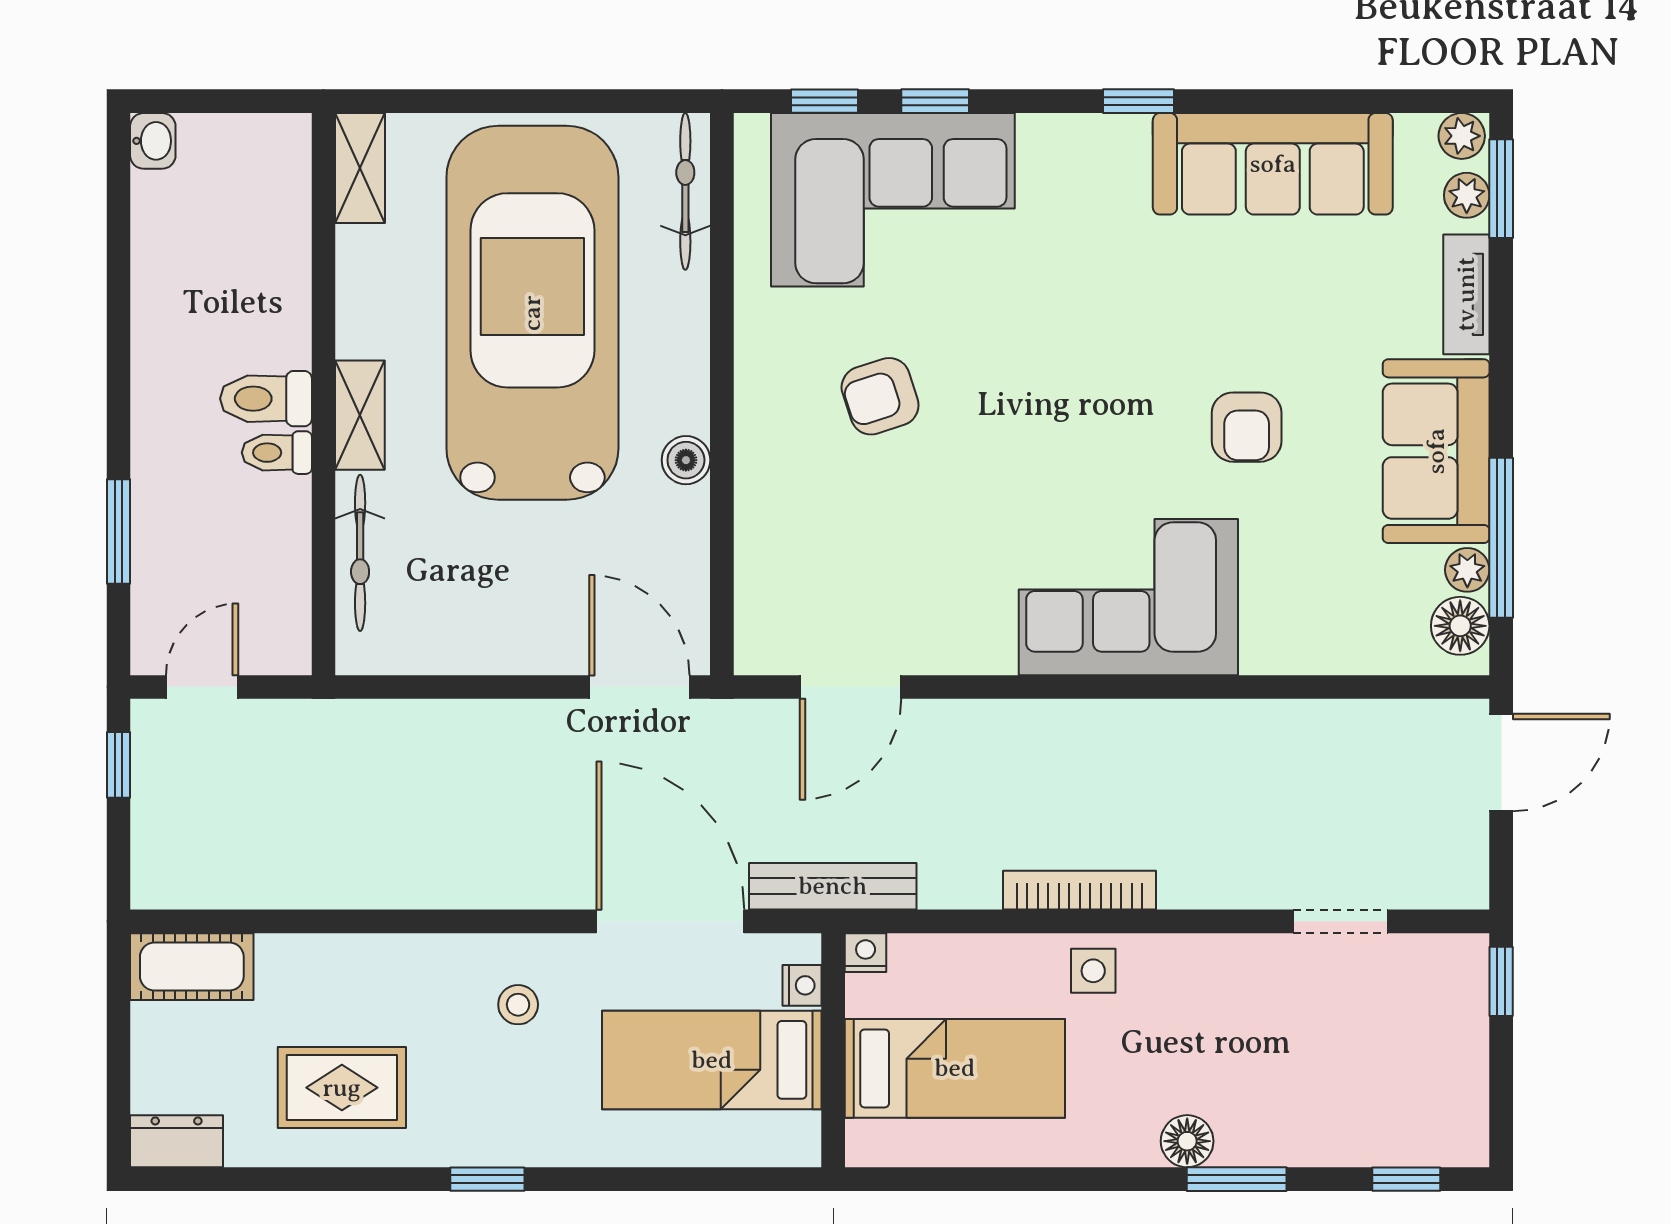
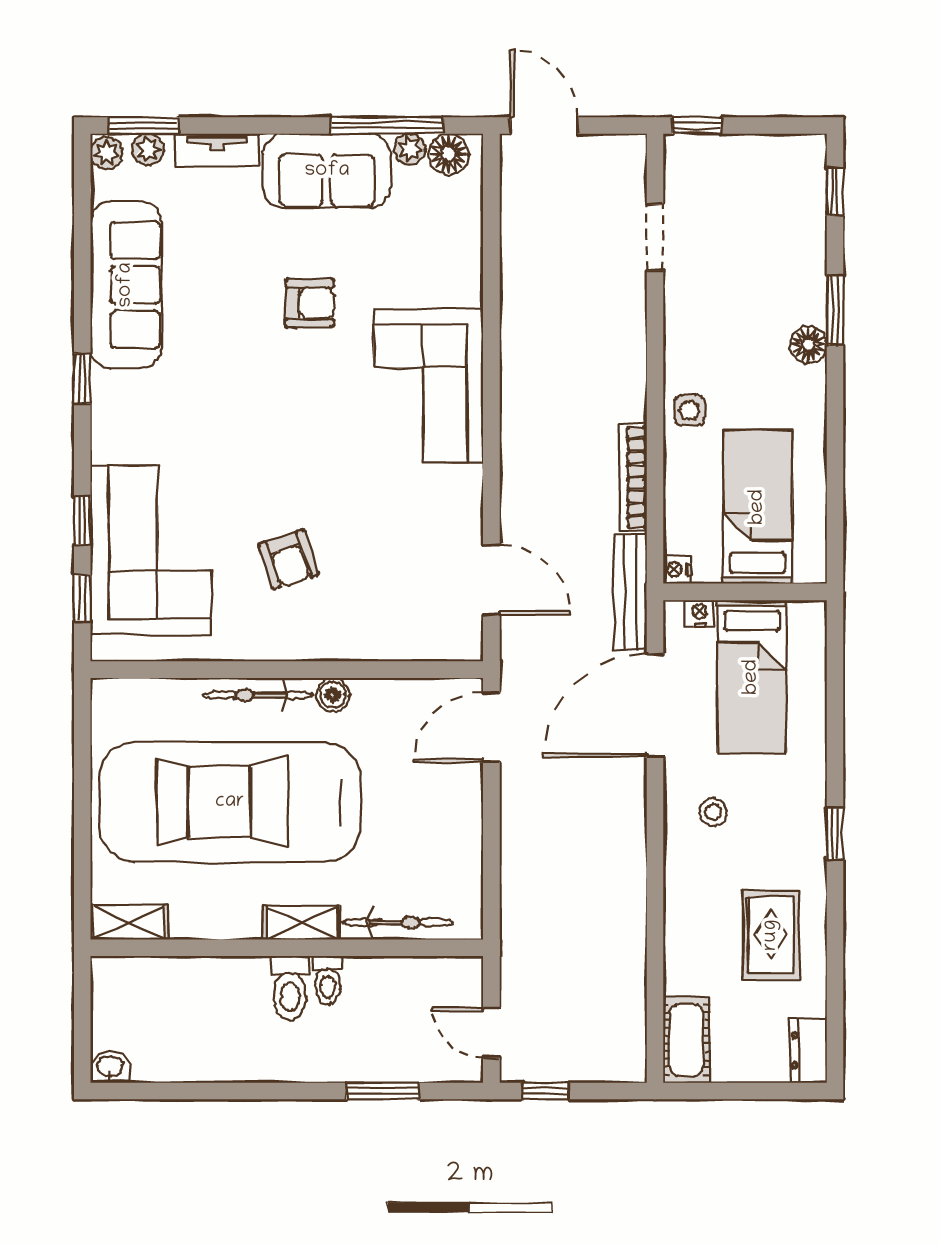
bicycle: (685, 191) -> (258, 695), moved
bookcase: (1080, 890) -> (633, 477), moved

